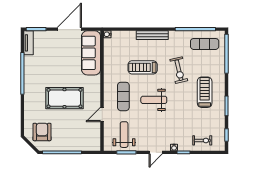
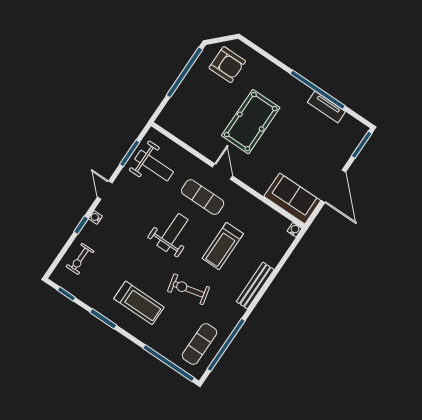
tv unit: (29, 43) -> (326, 107), moved
sofa: (91, 53) -> (292, 199), width x0.73
treadmill: (143, 67) -> (223, 246), turned 180
door: (102, 114) -> (223, 171), moved

